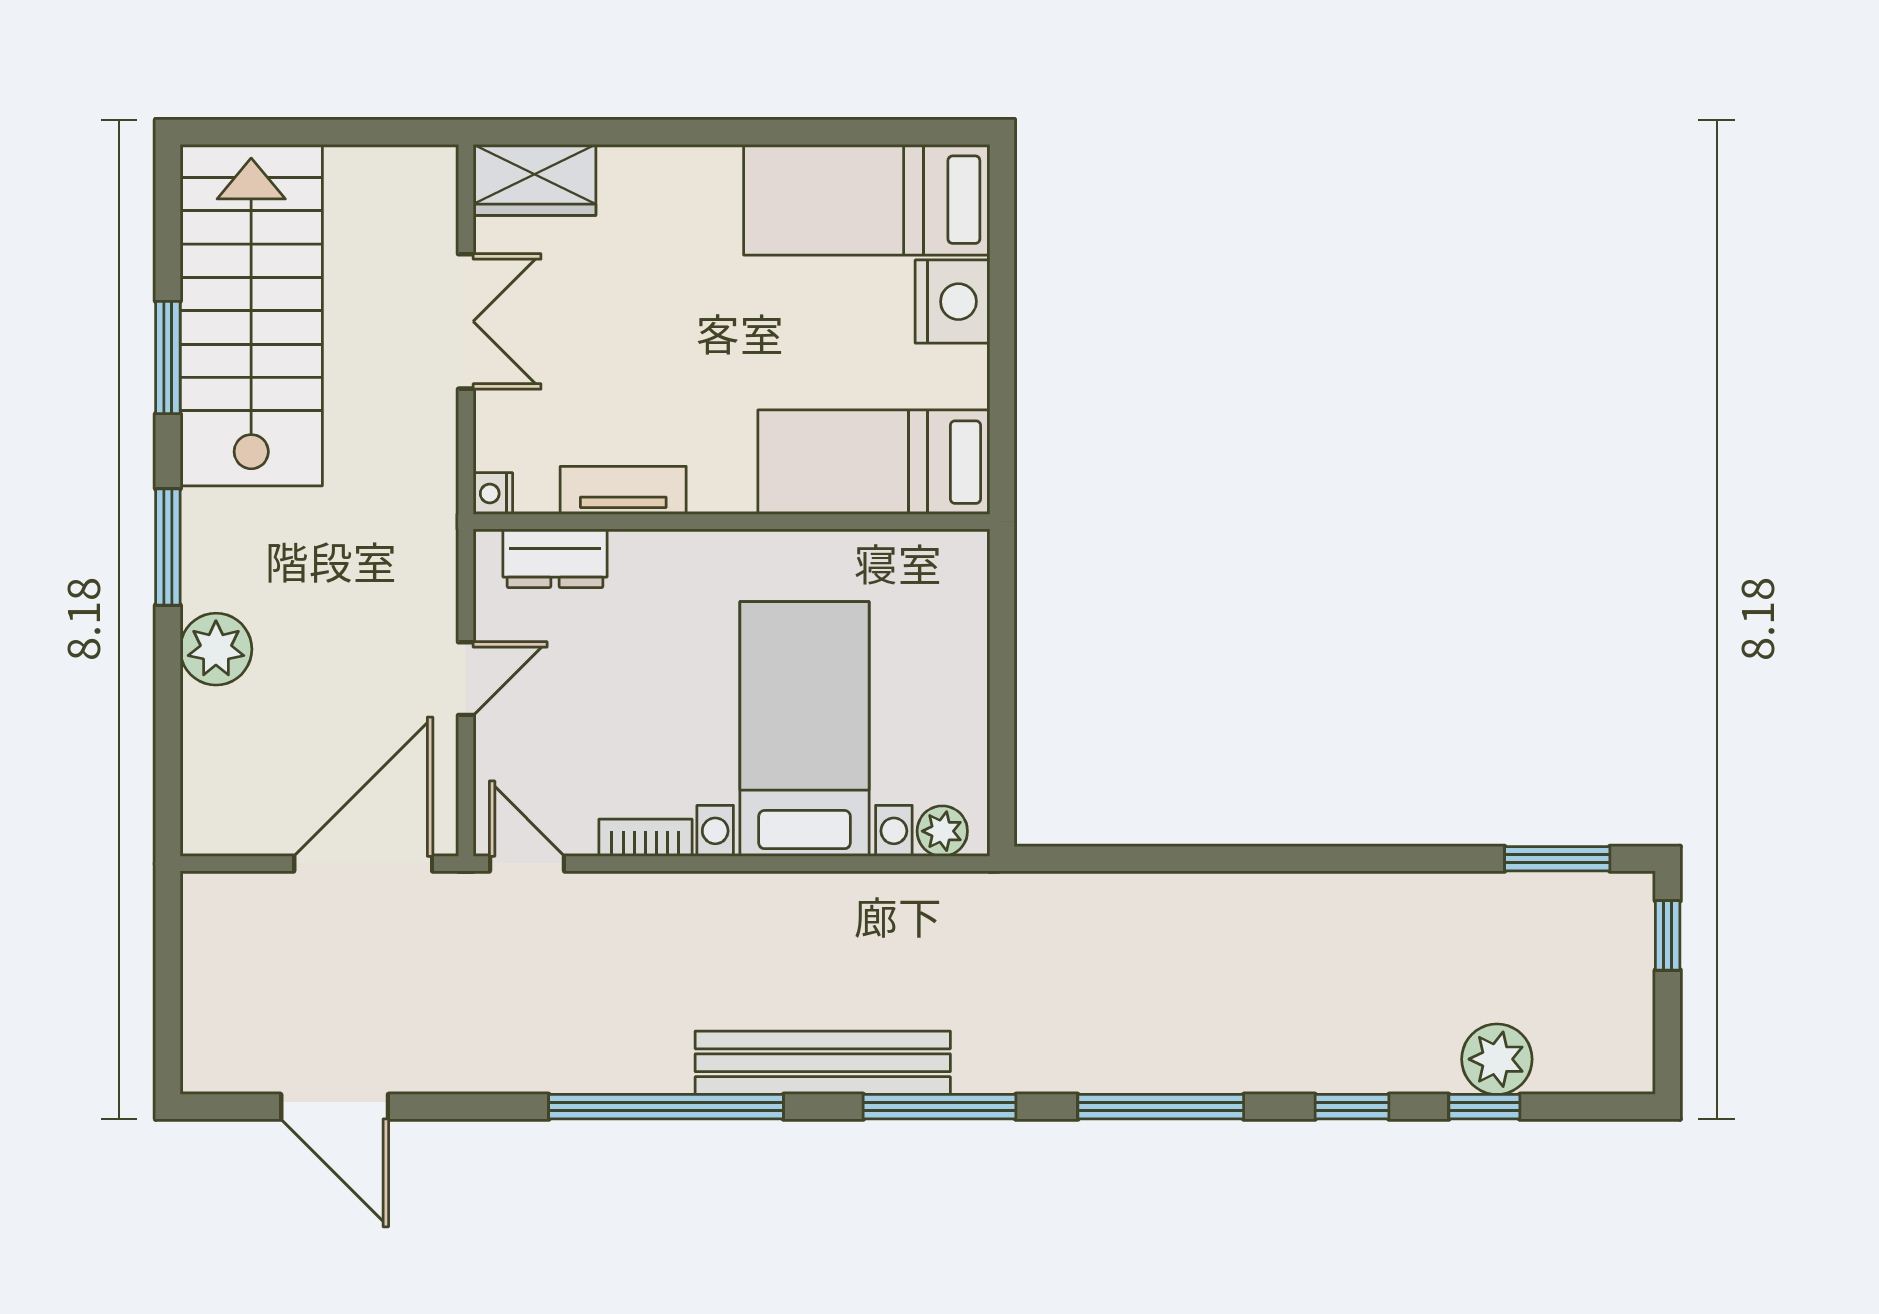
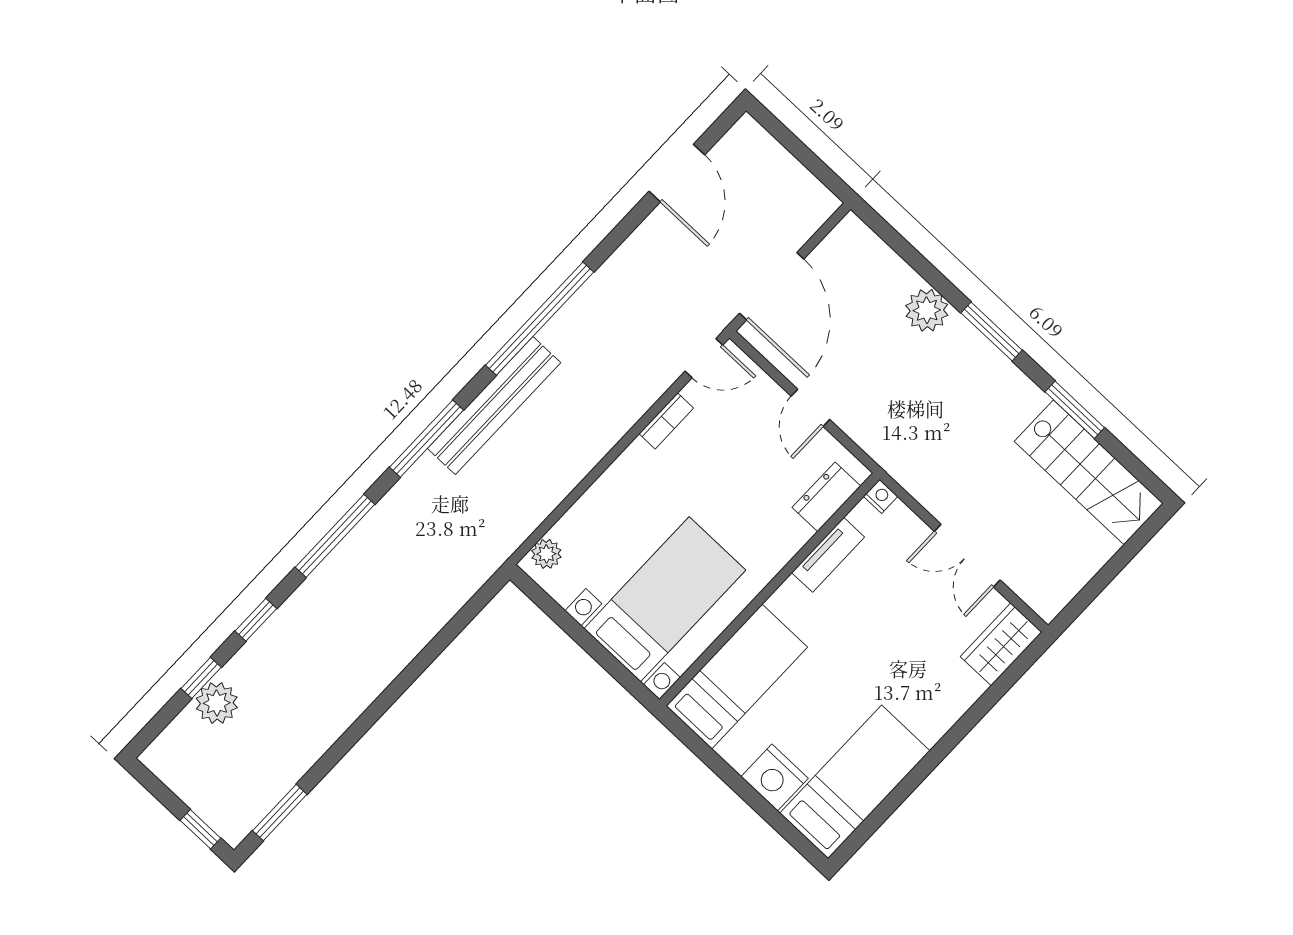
stairs: (251, 315) -> (1089, 472), width x0.73, depth x0.66
bed with nightstands: (805, 729) -> (665, 599), moved, turned -90
door: (335, 1107) -> (677, 173), swing flipped

